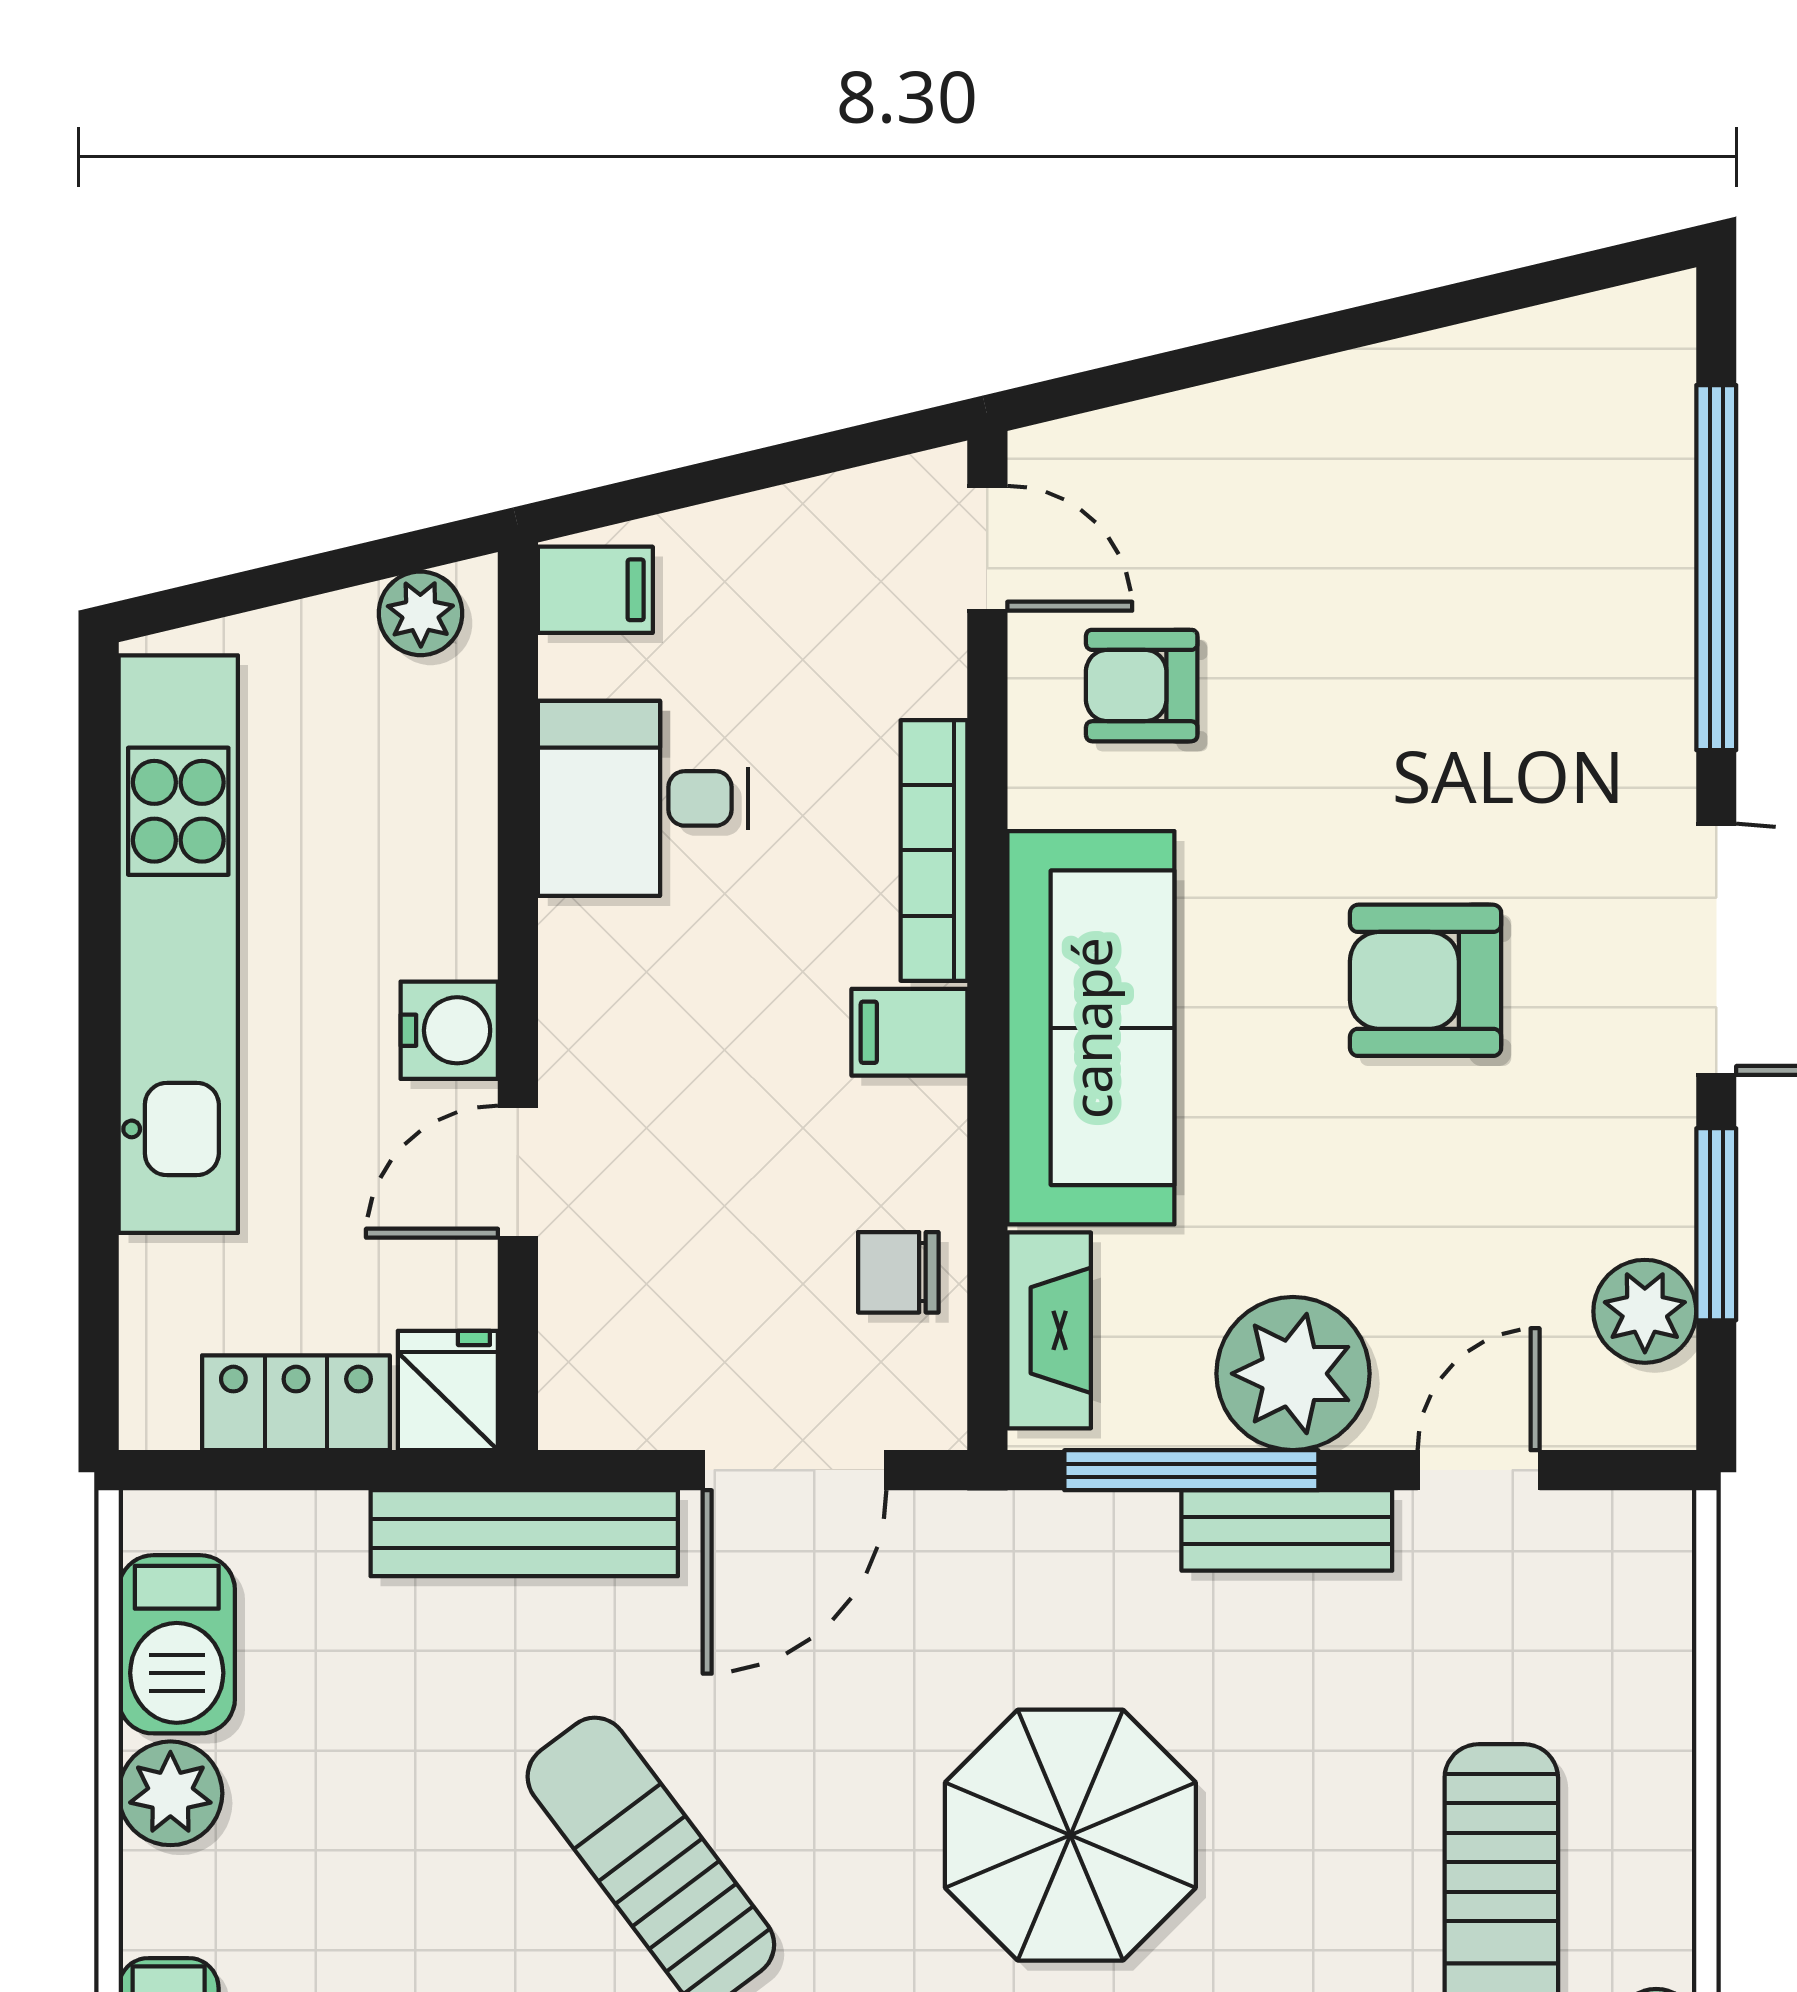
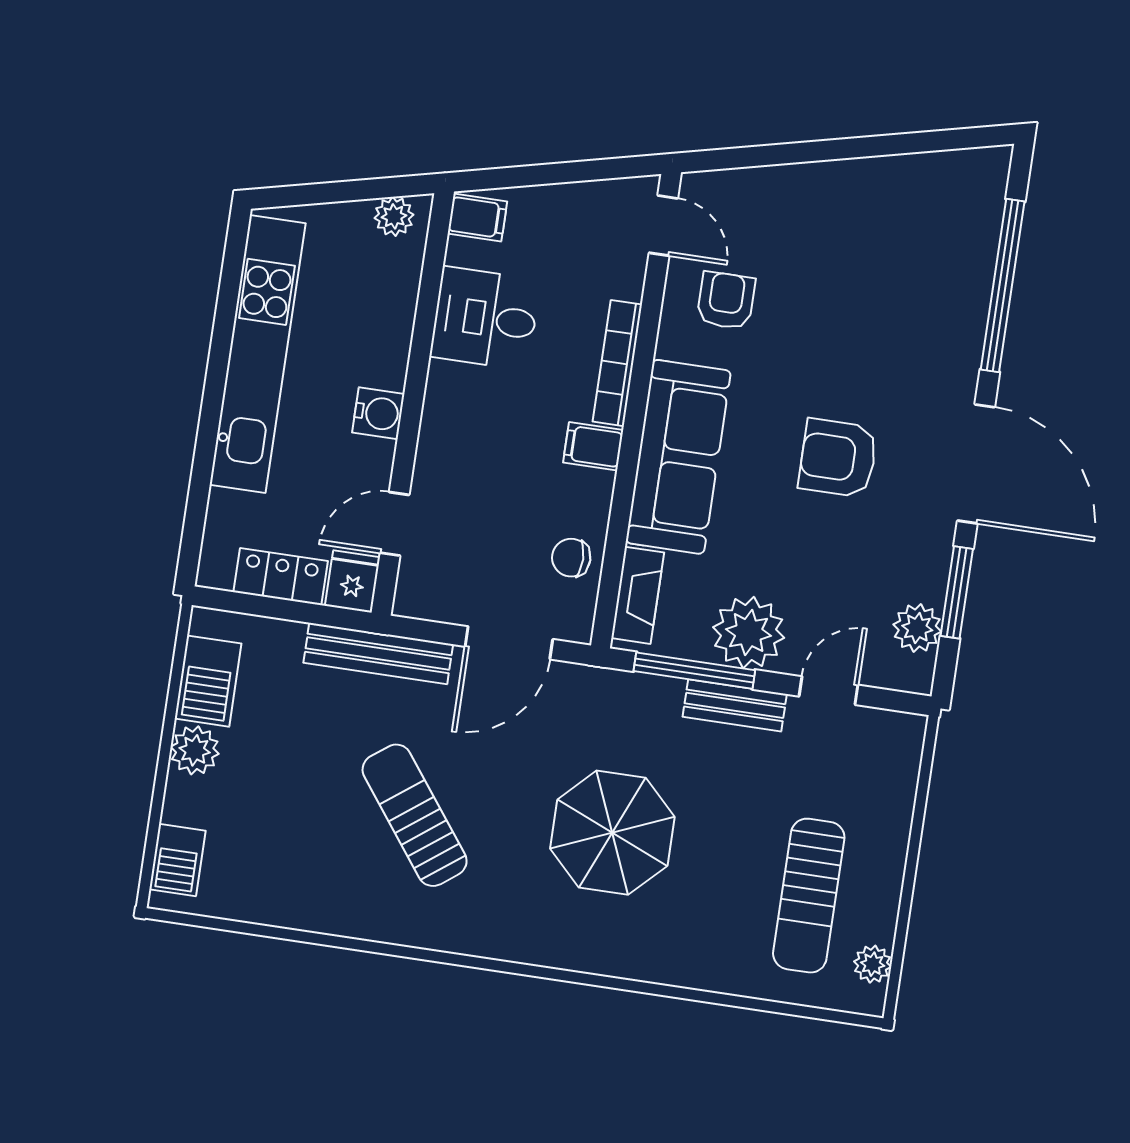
armchair: (1142, 686) -> (726, 300), turned 90
door: (518, 1172) -> (395, 524), moved

